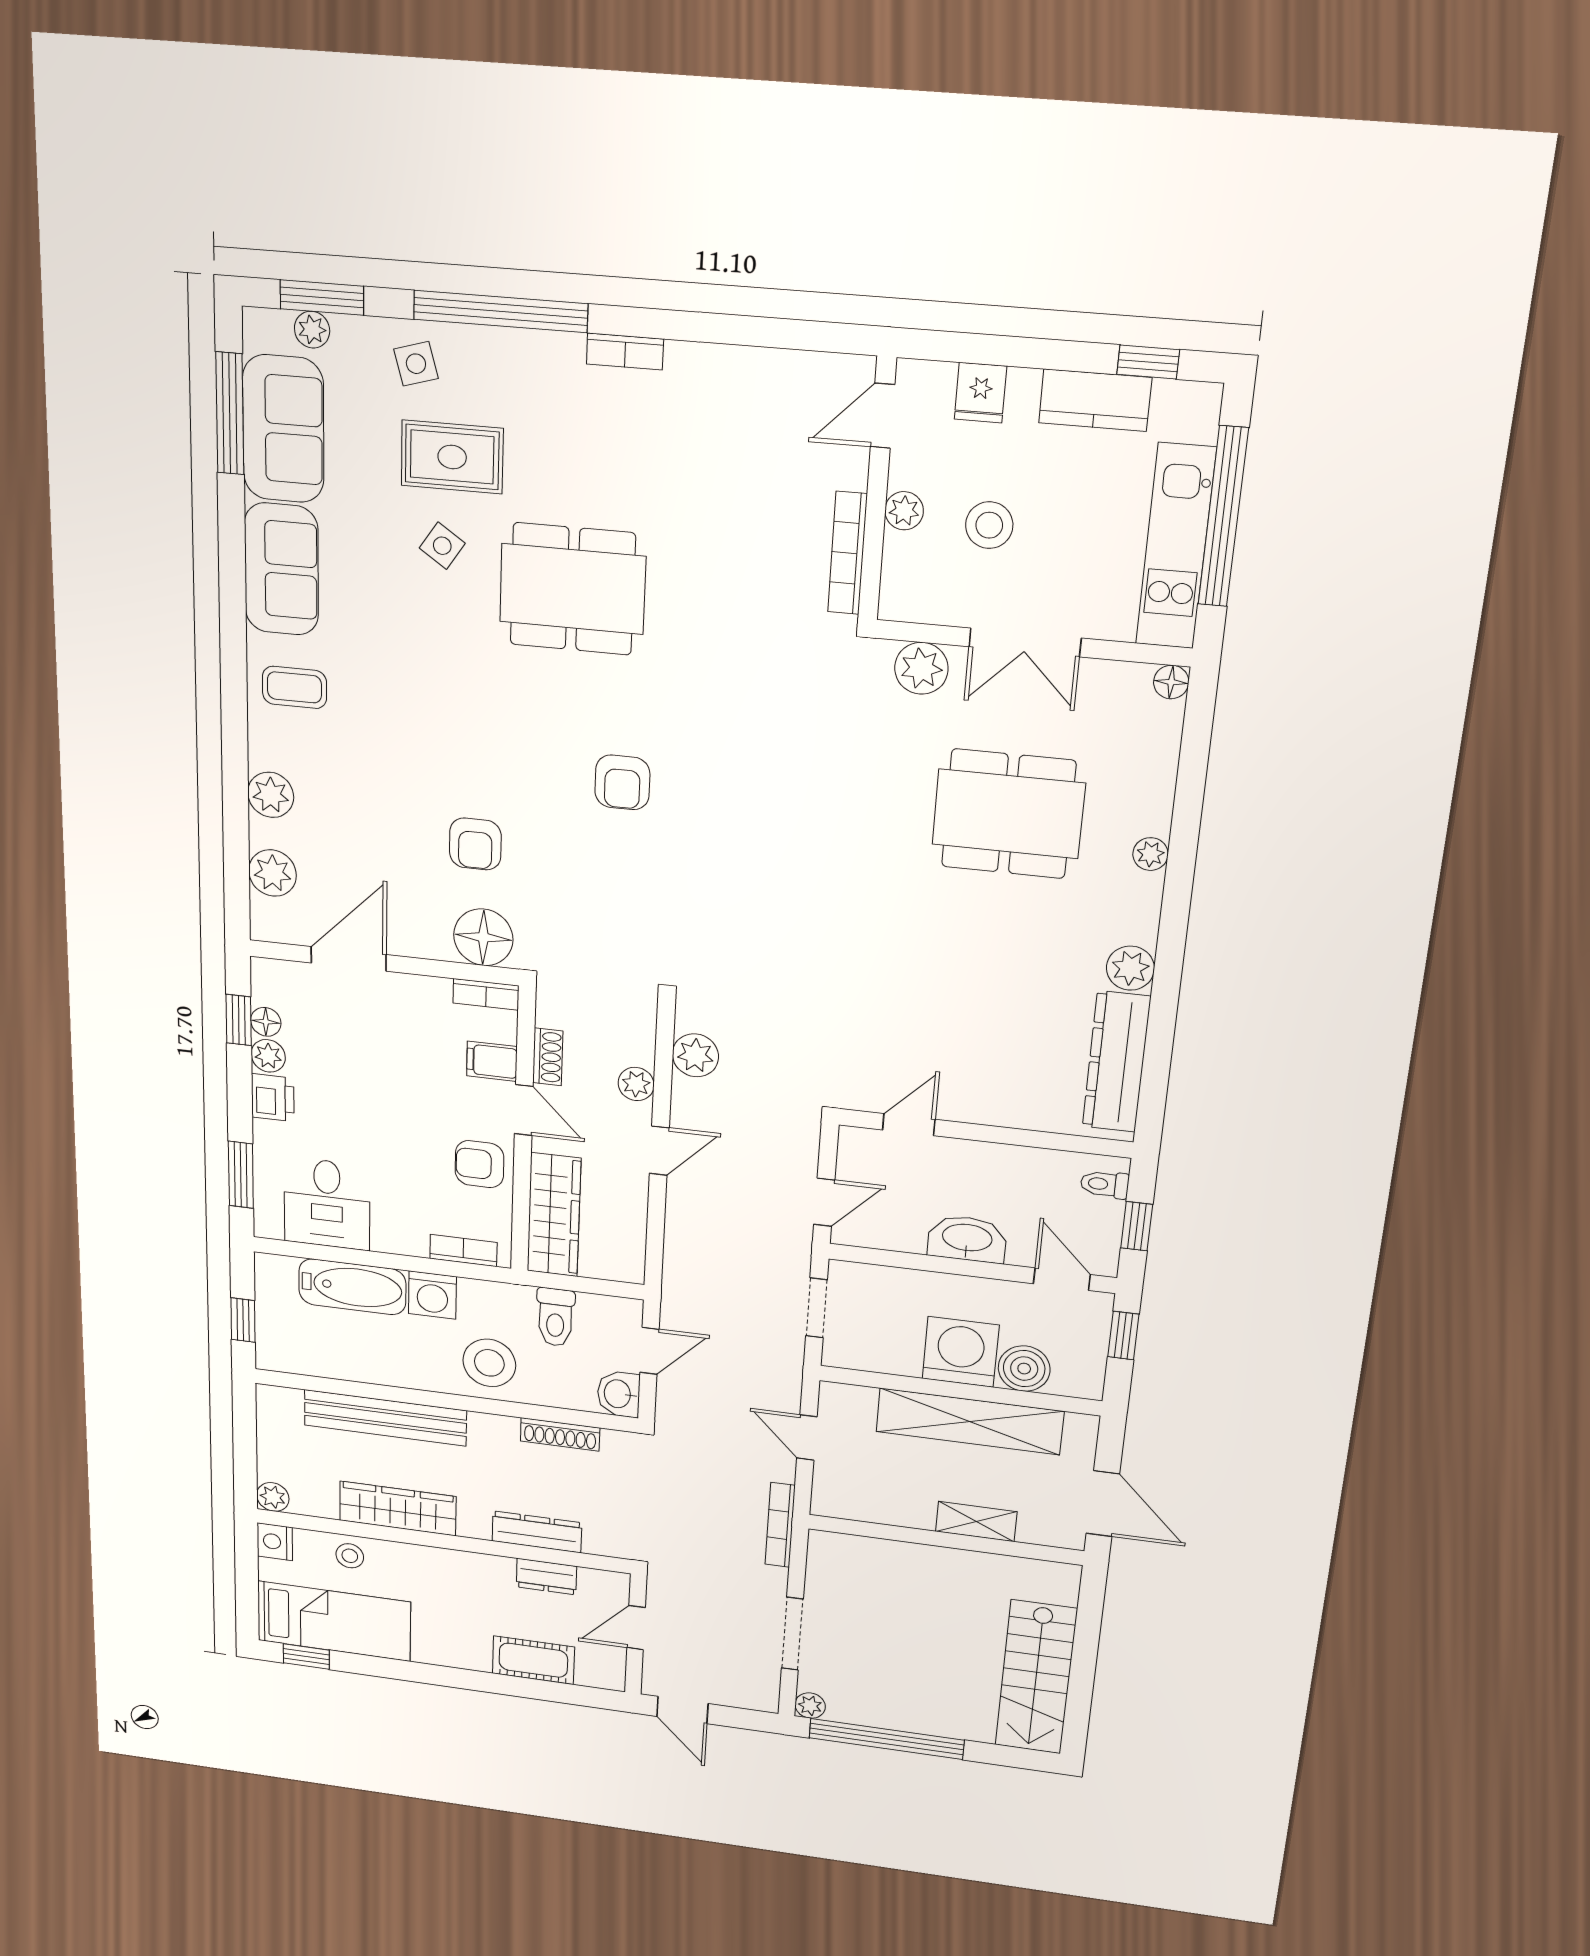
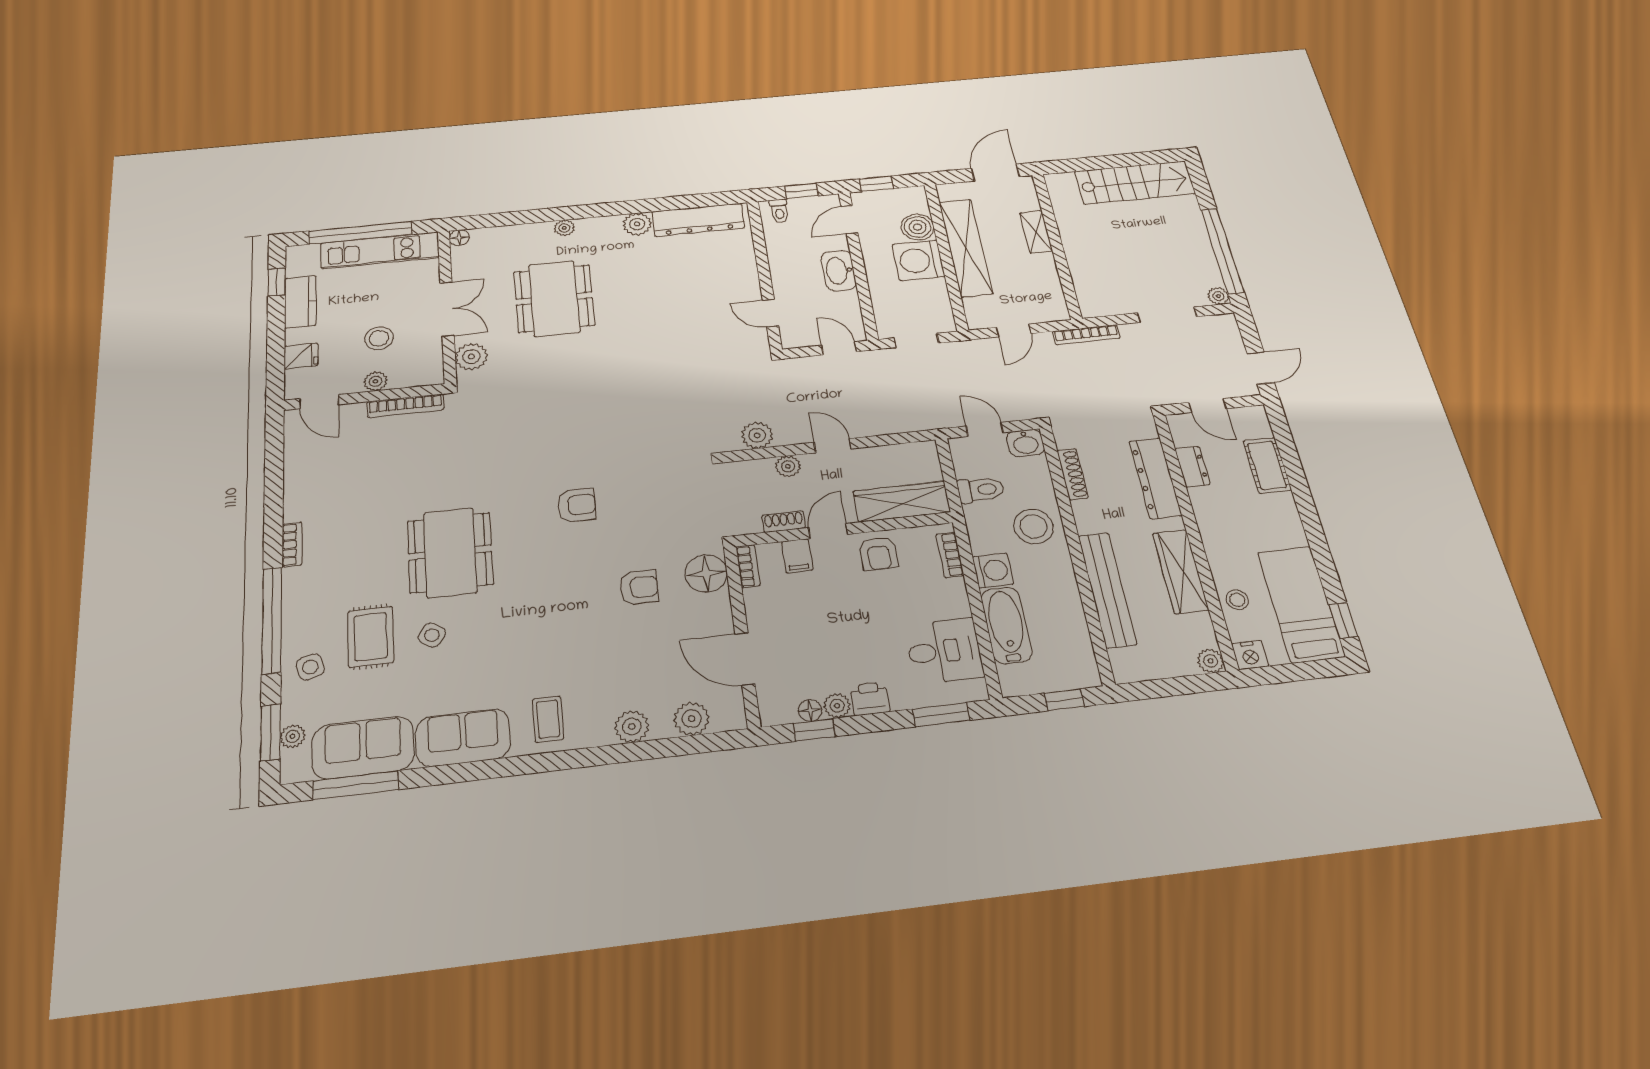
dresser: (537, 1532) -> (1155, 478), width x1.37, depth x1.24

